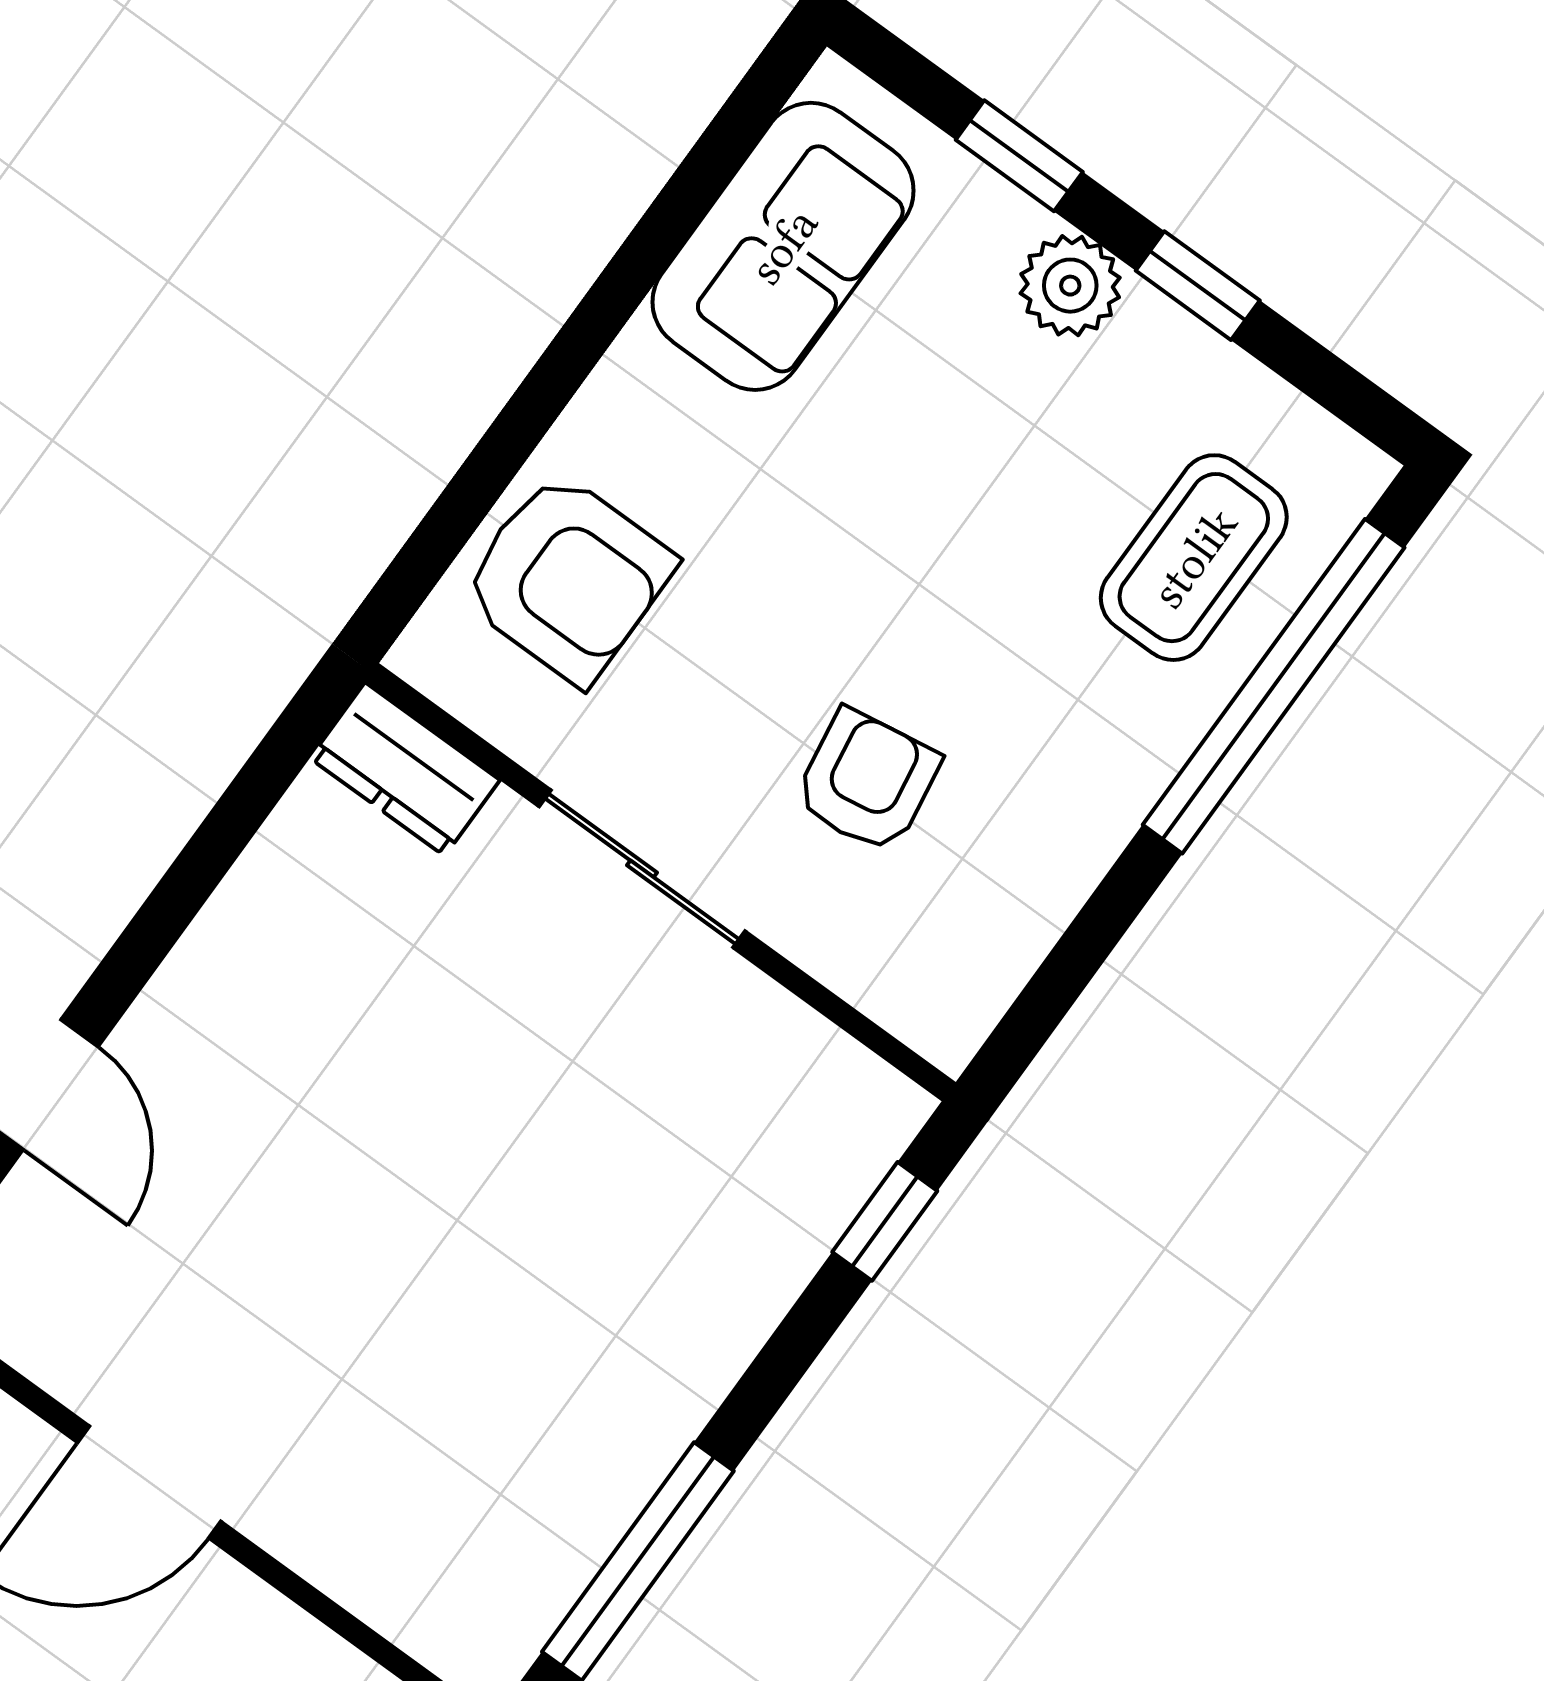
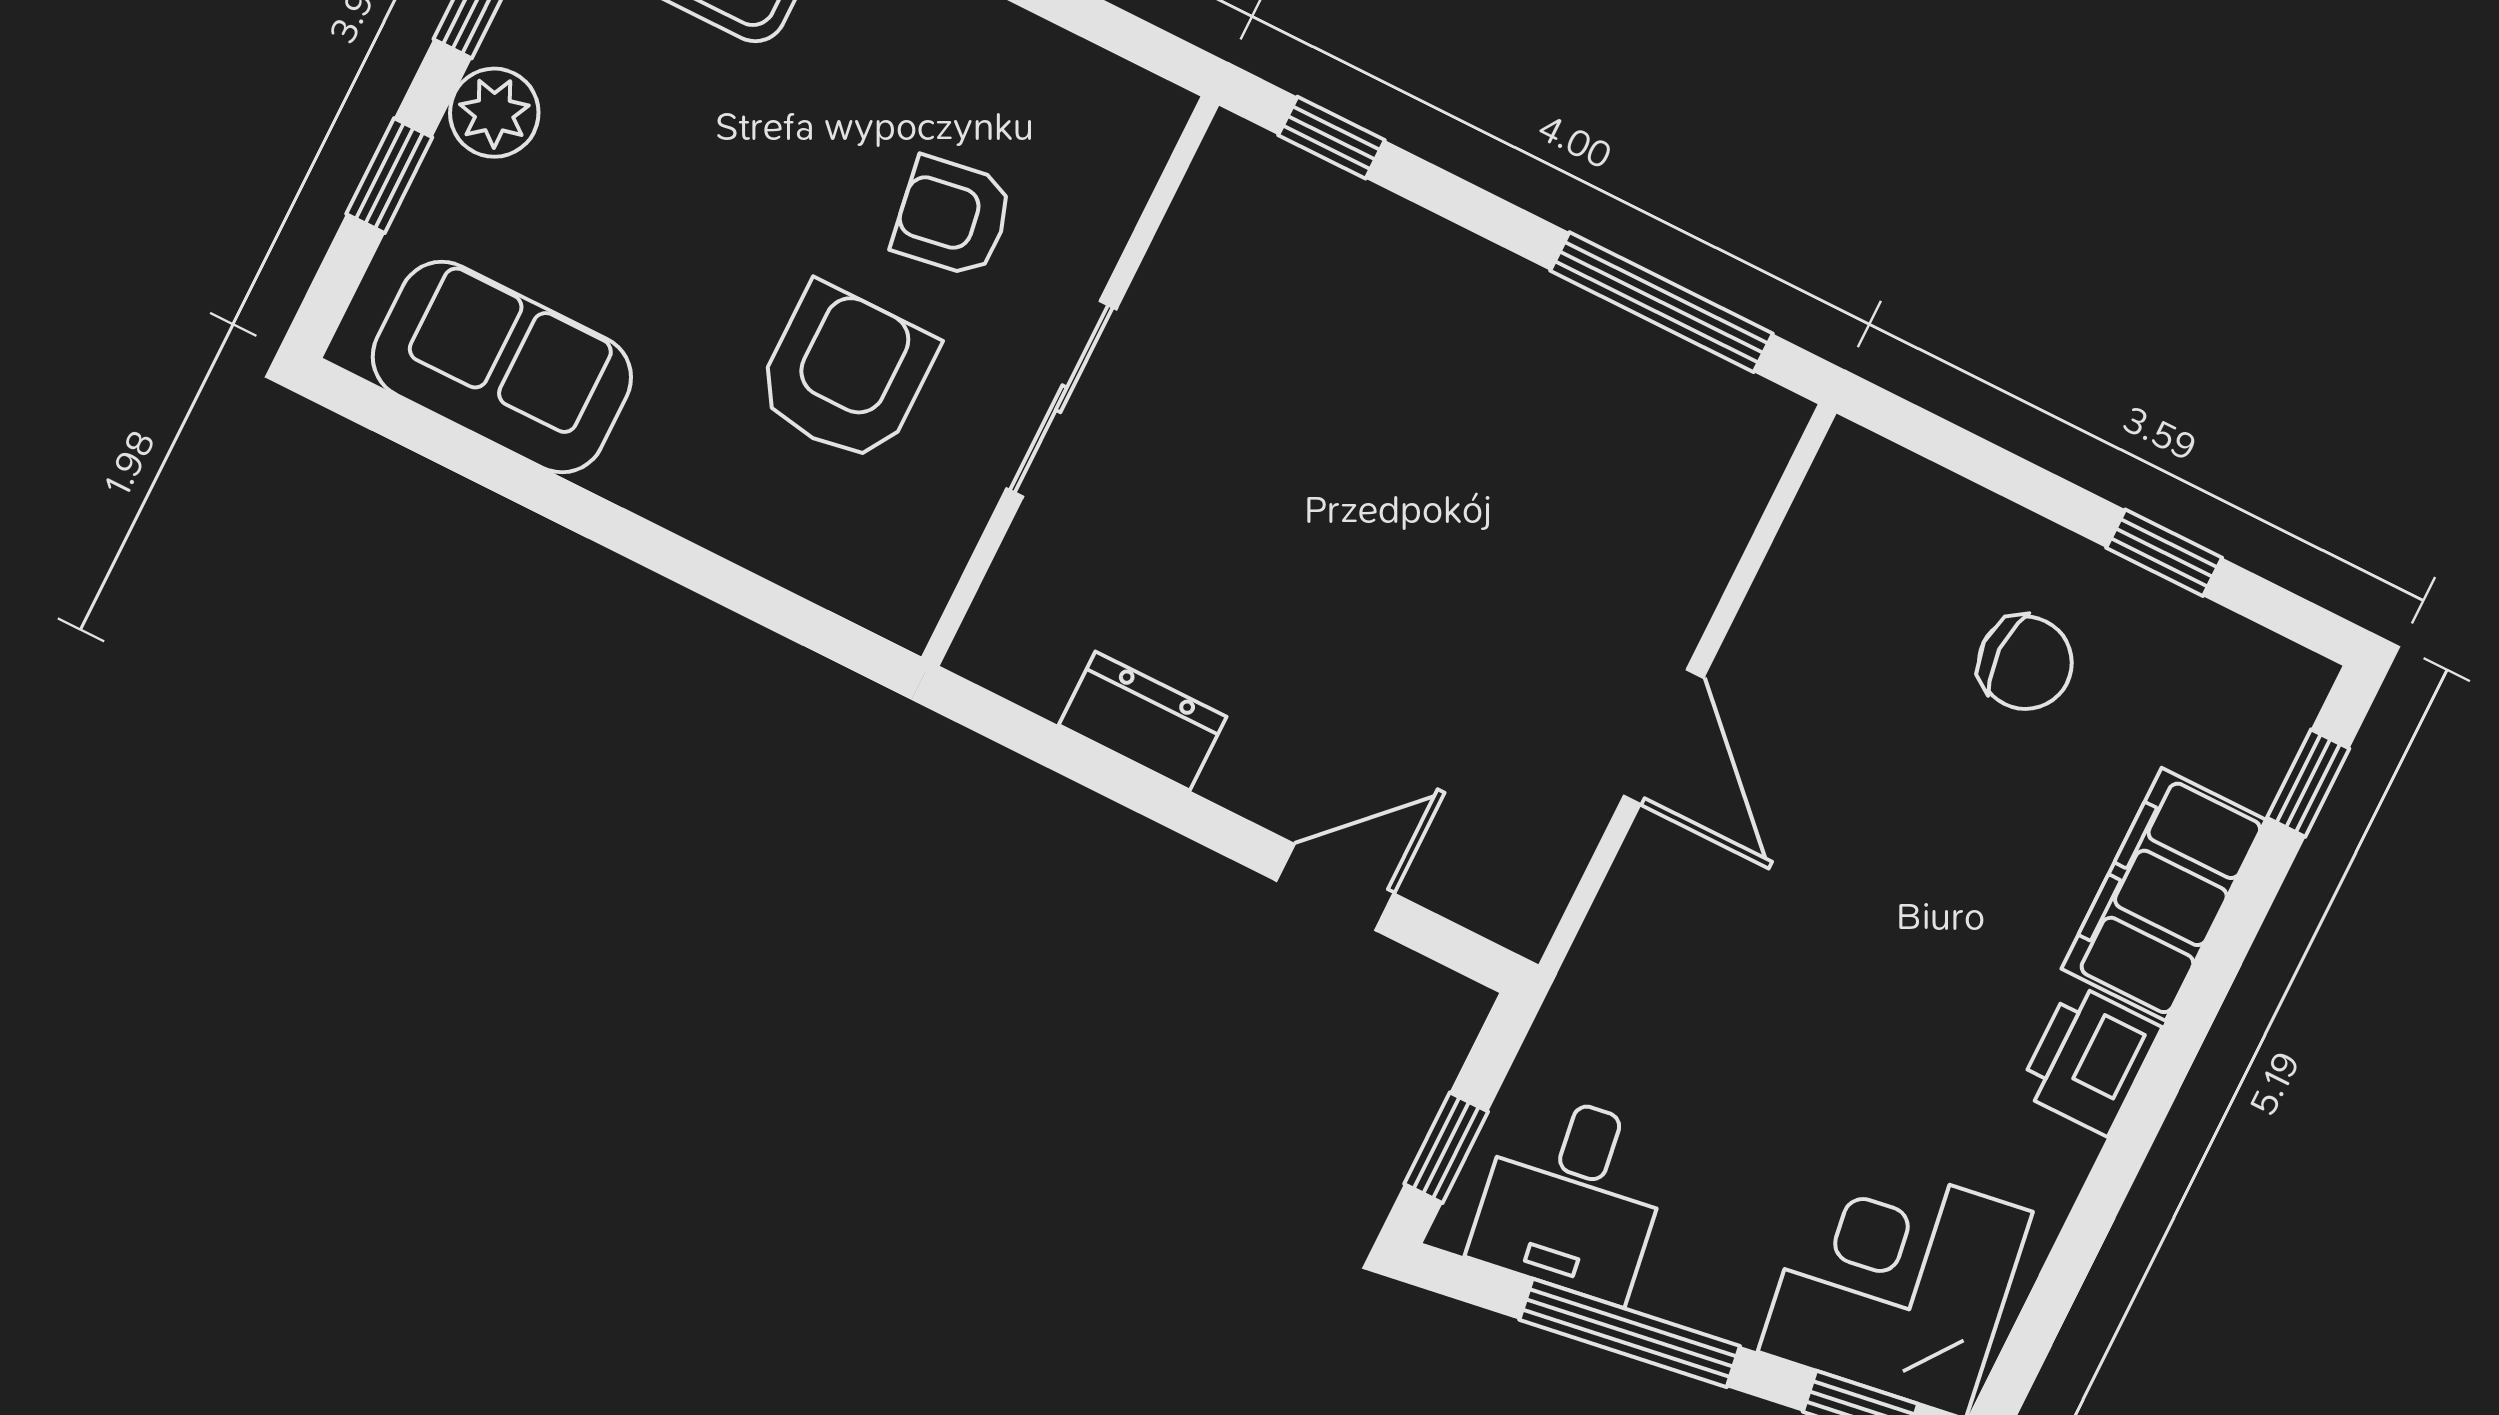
armchair: (568, 578) -> (846, 373), moved
dresser: (405, 769) -> (1143, 721), moved, turned -90

